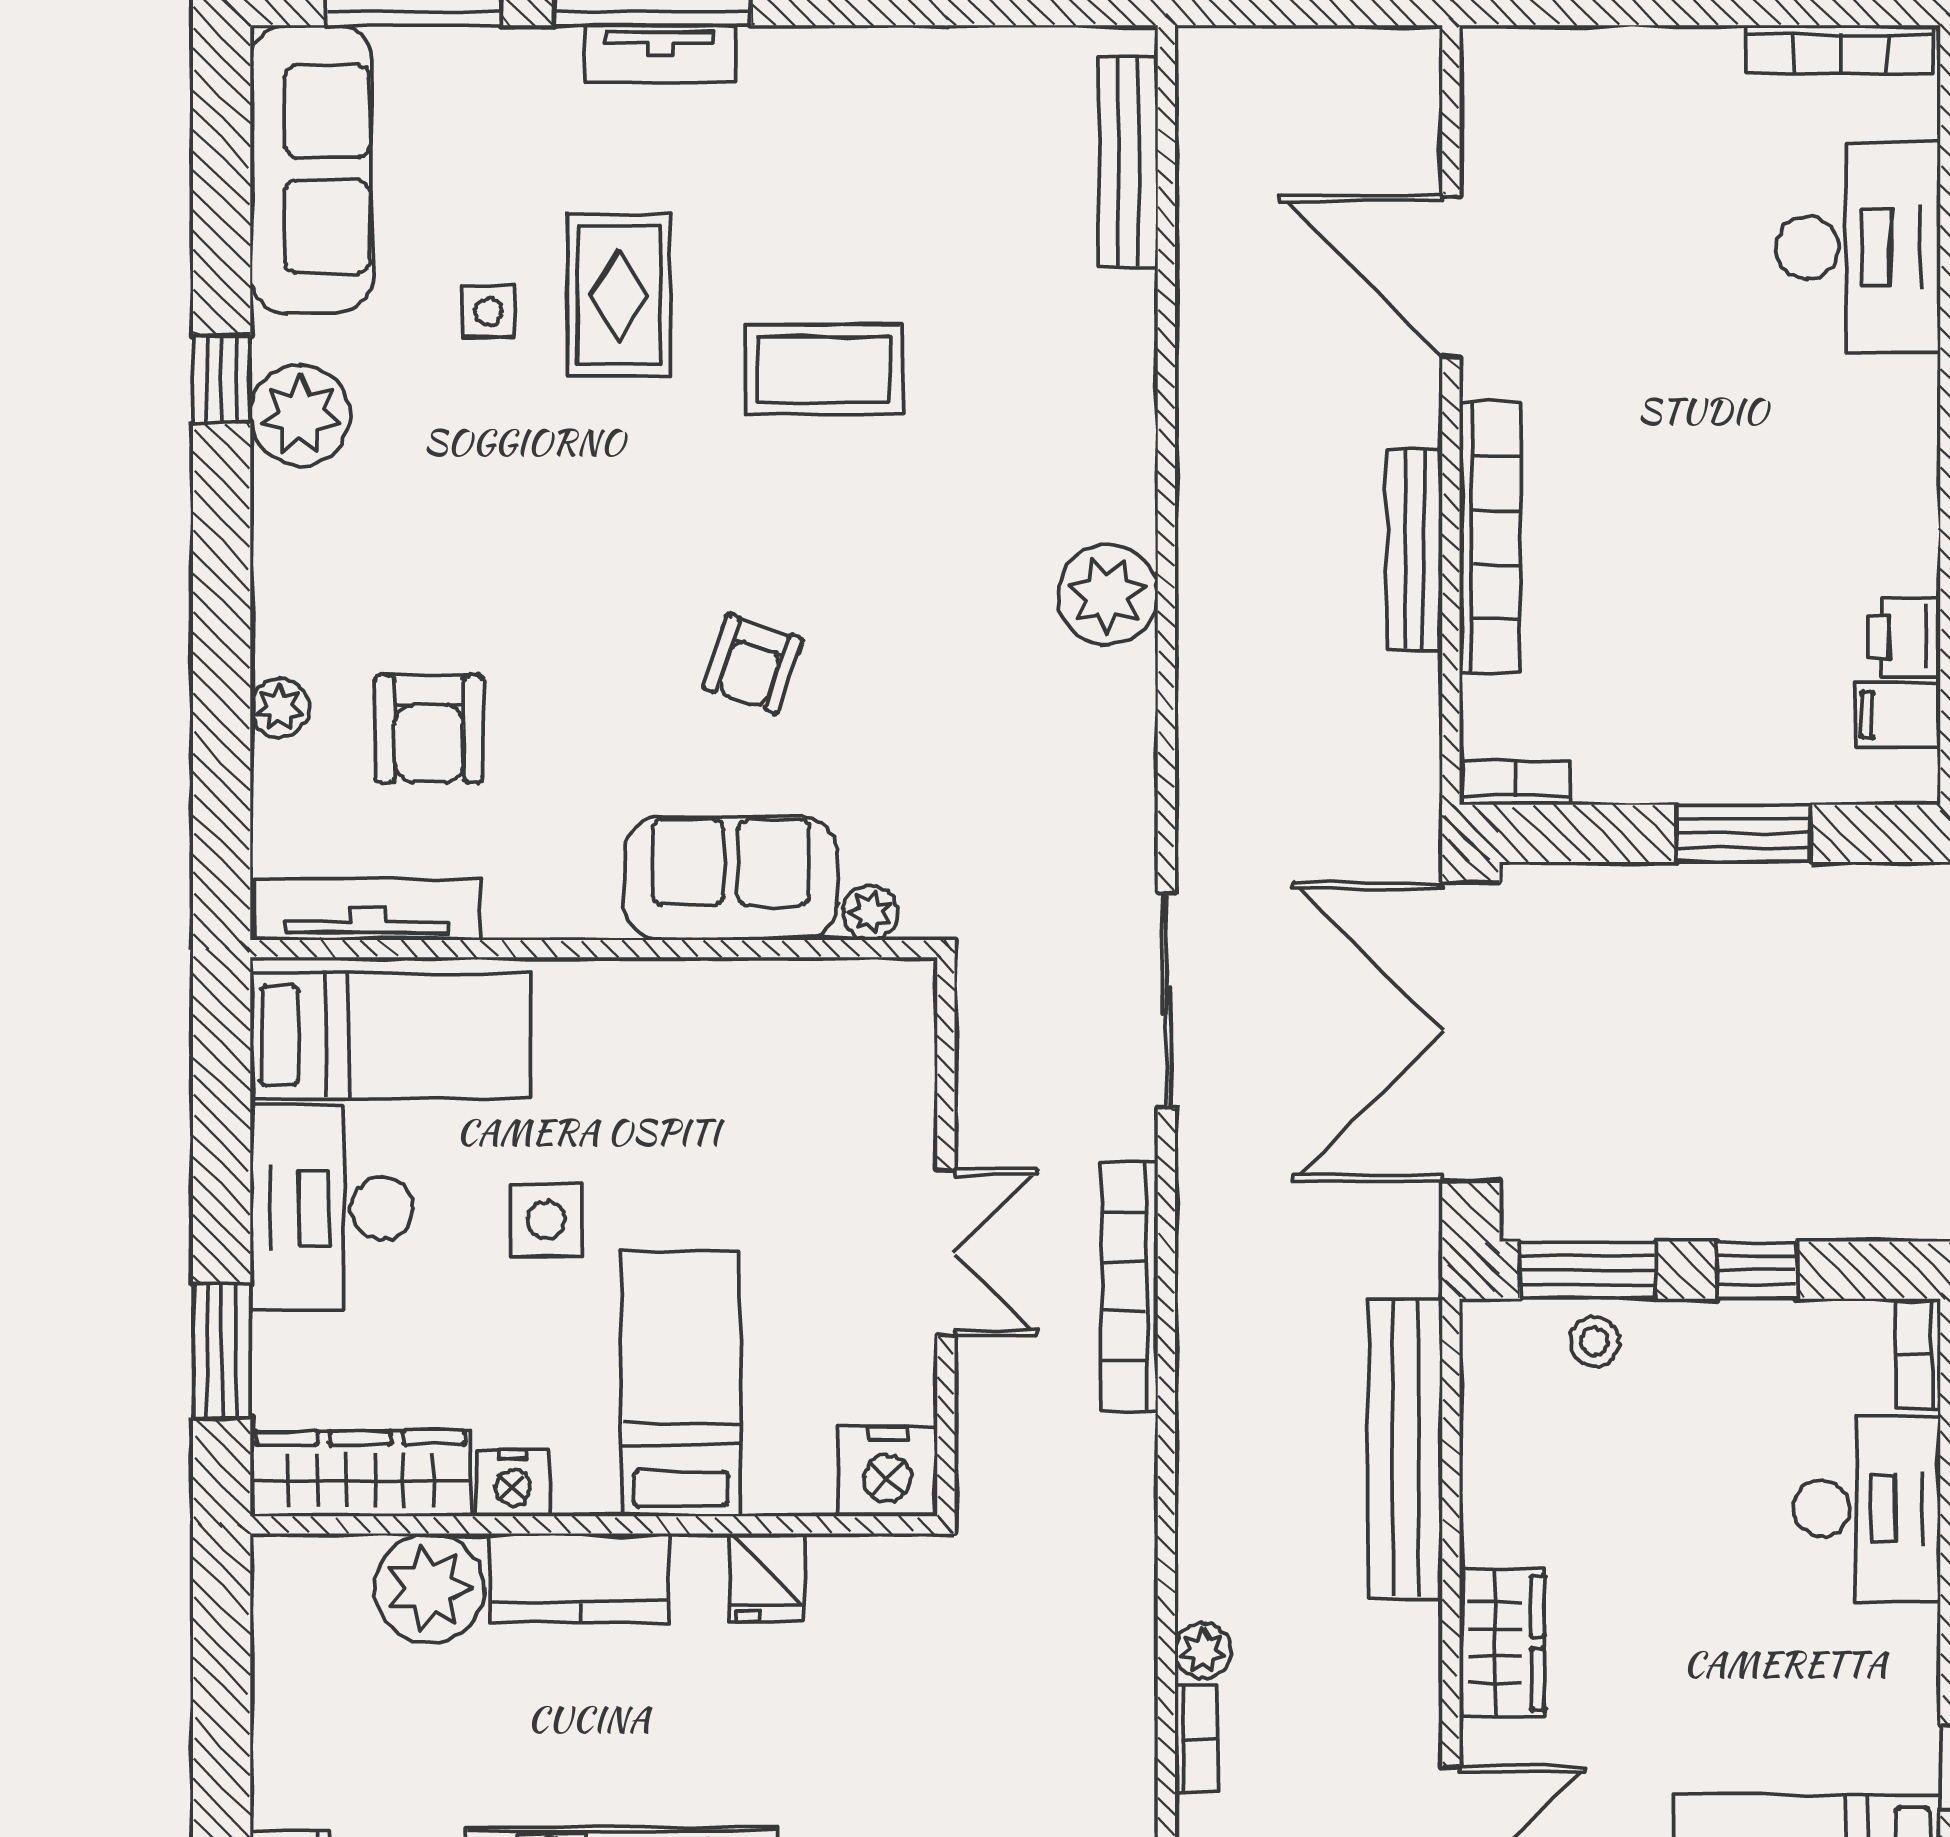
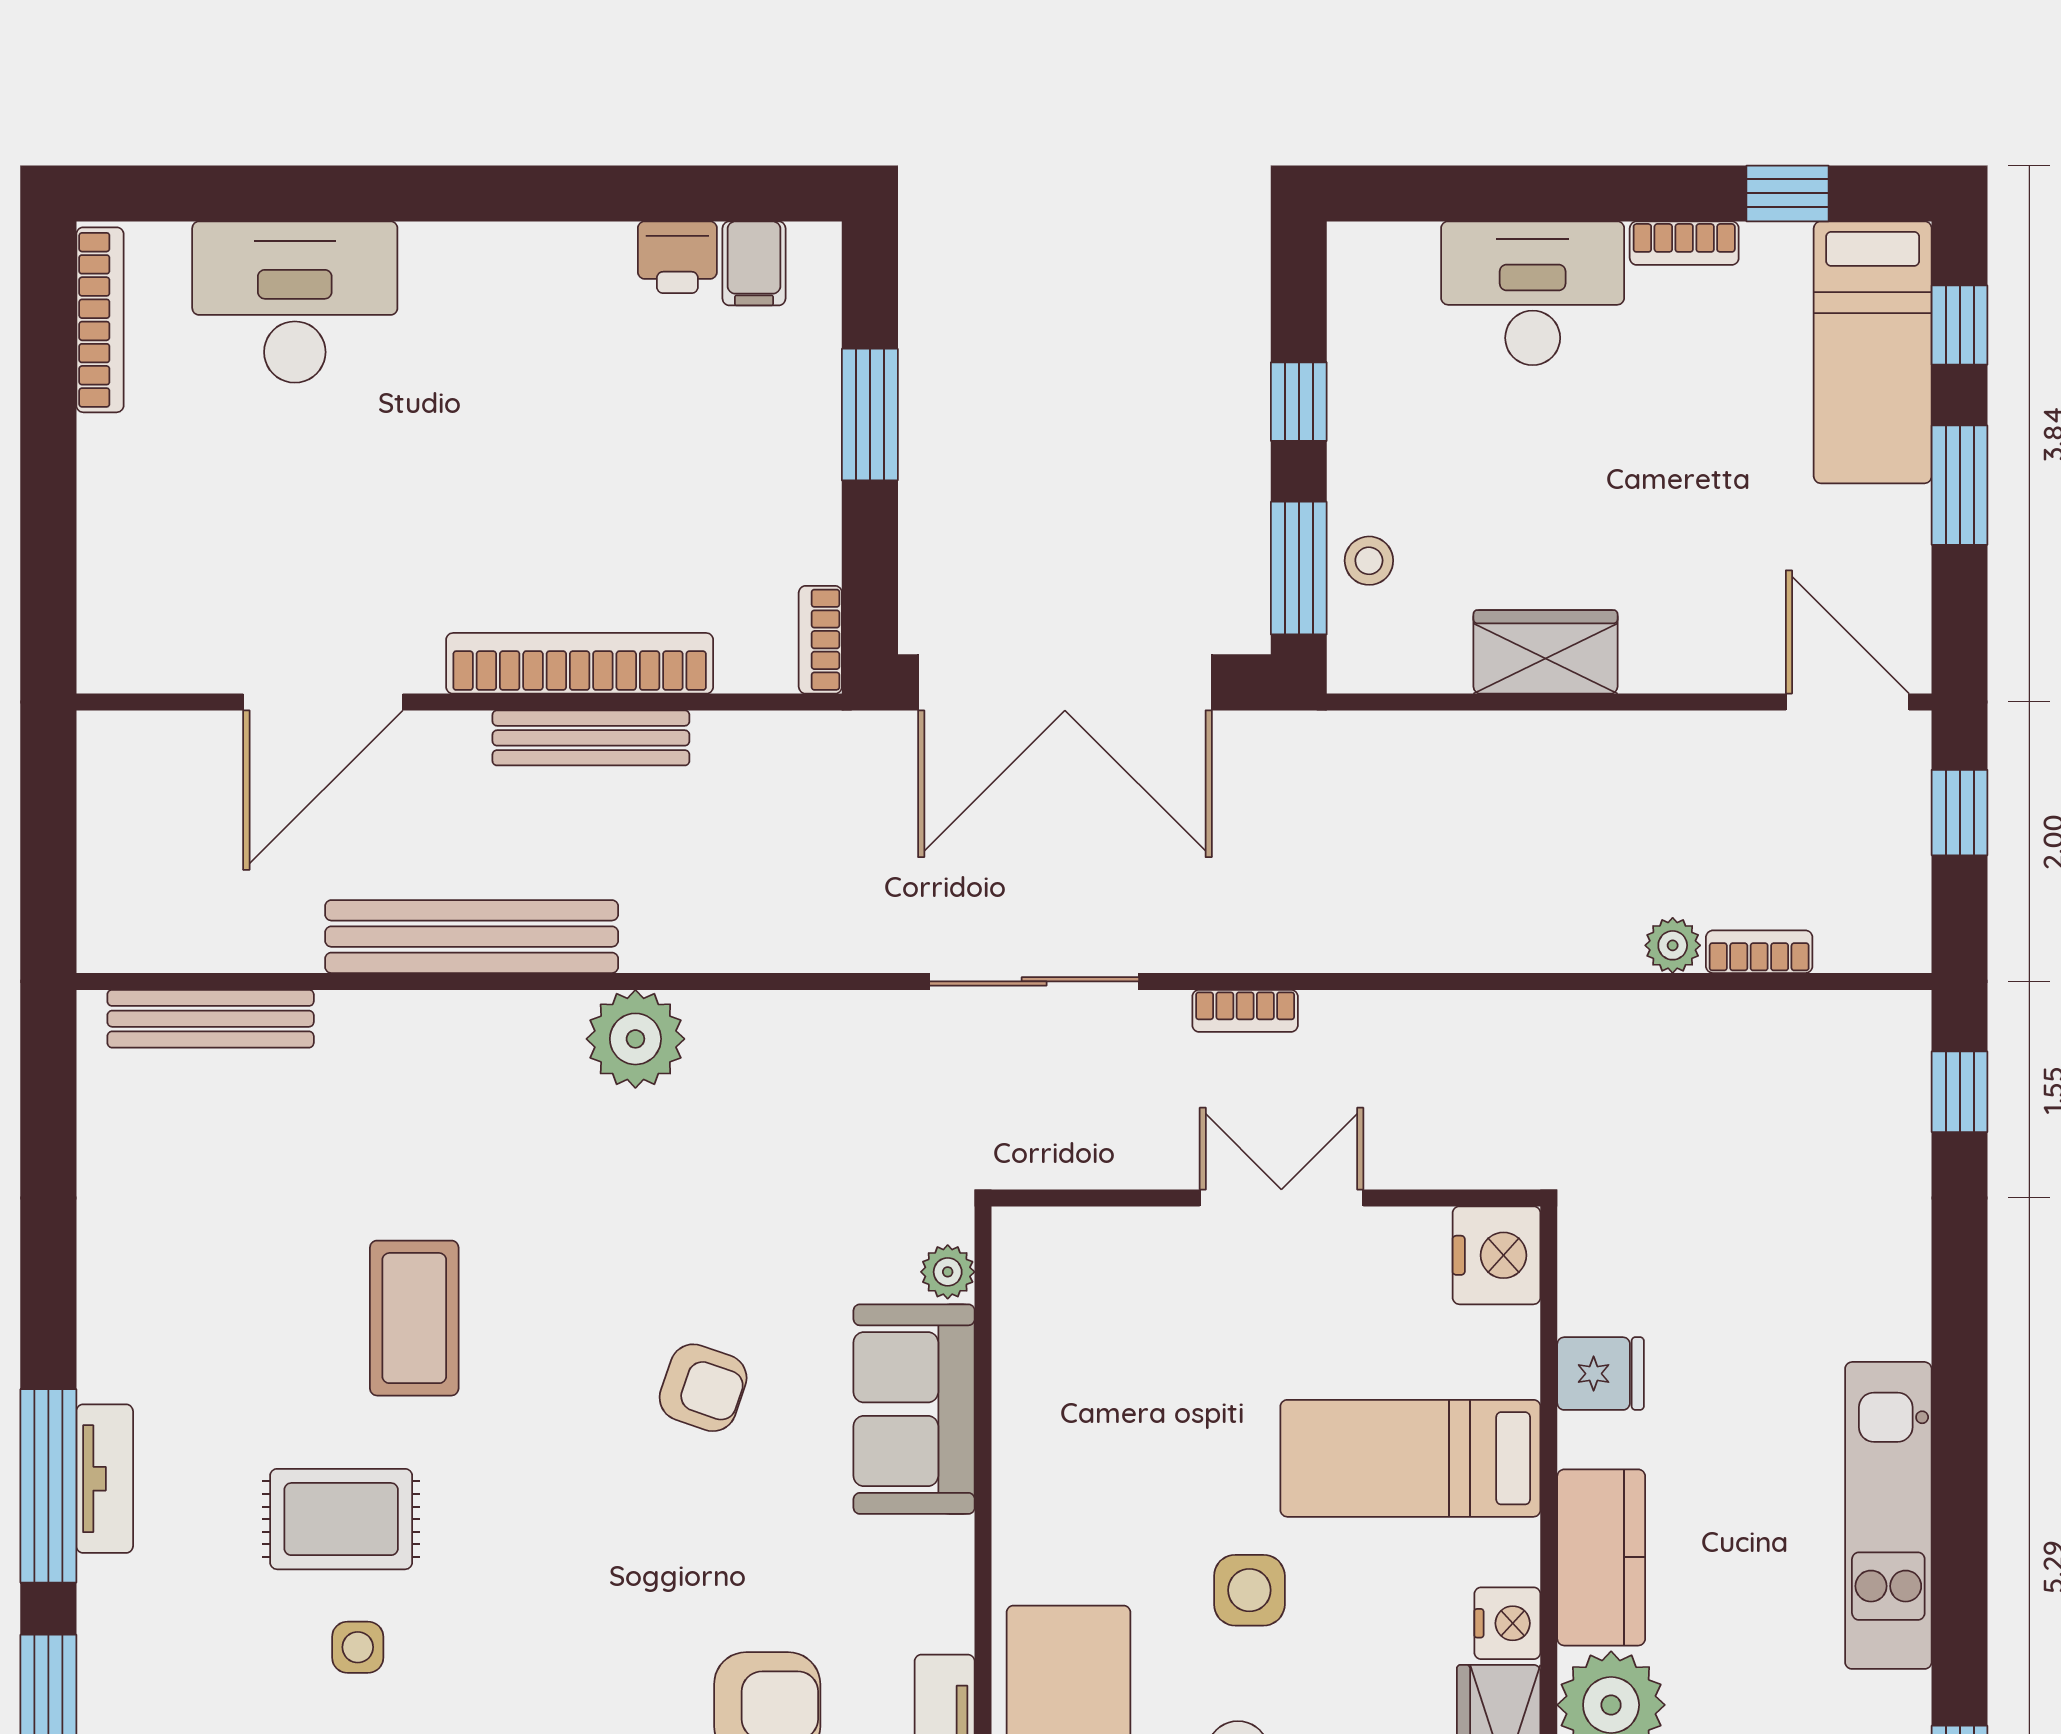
bookcase: (1130, 1286) -> (1245, 1011), width x0.43, depth x0.76
bookcase: (1918, 1354) -> (1684, 243), moved
bench: (1405, 1449) -> (472, 937), moved
wardrobe: (1502, 1643) -> (1545, 652), moved

